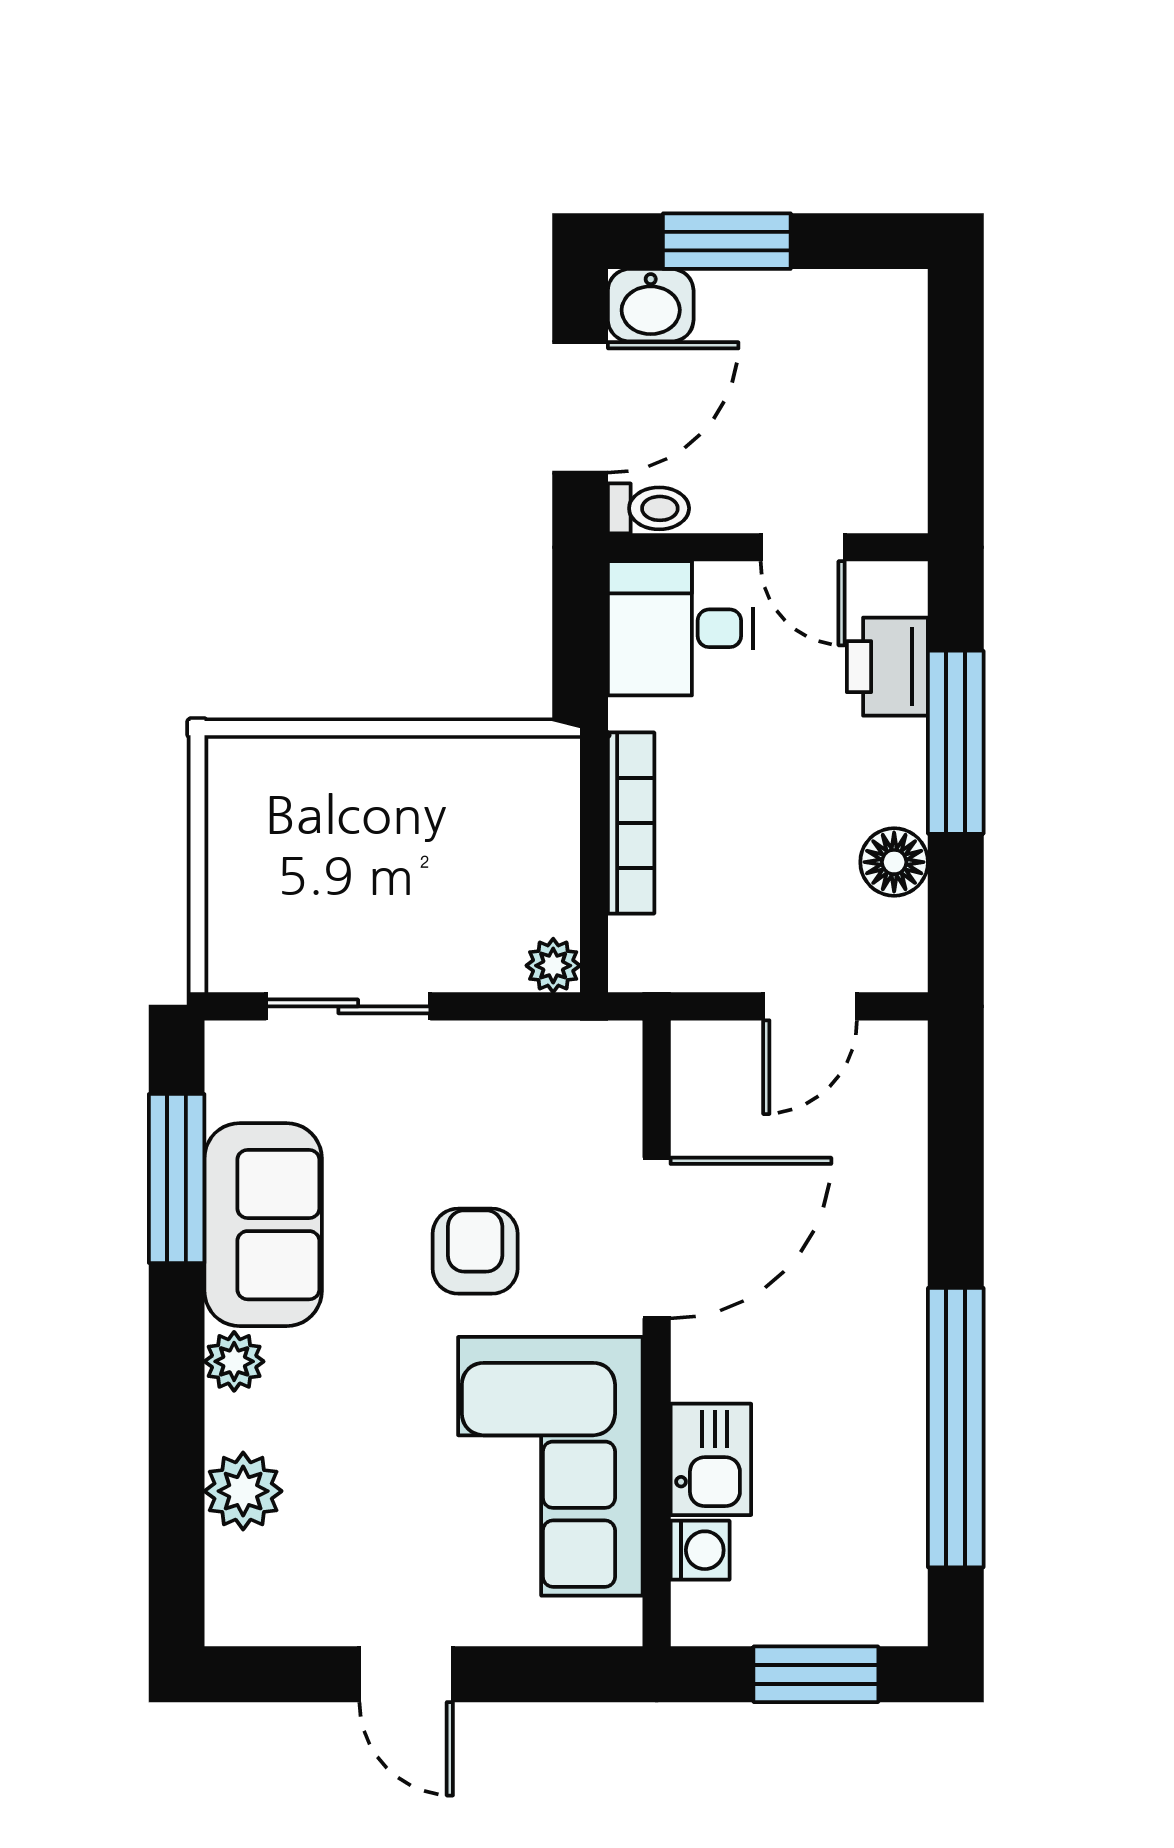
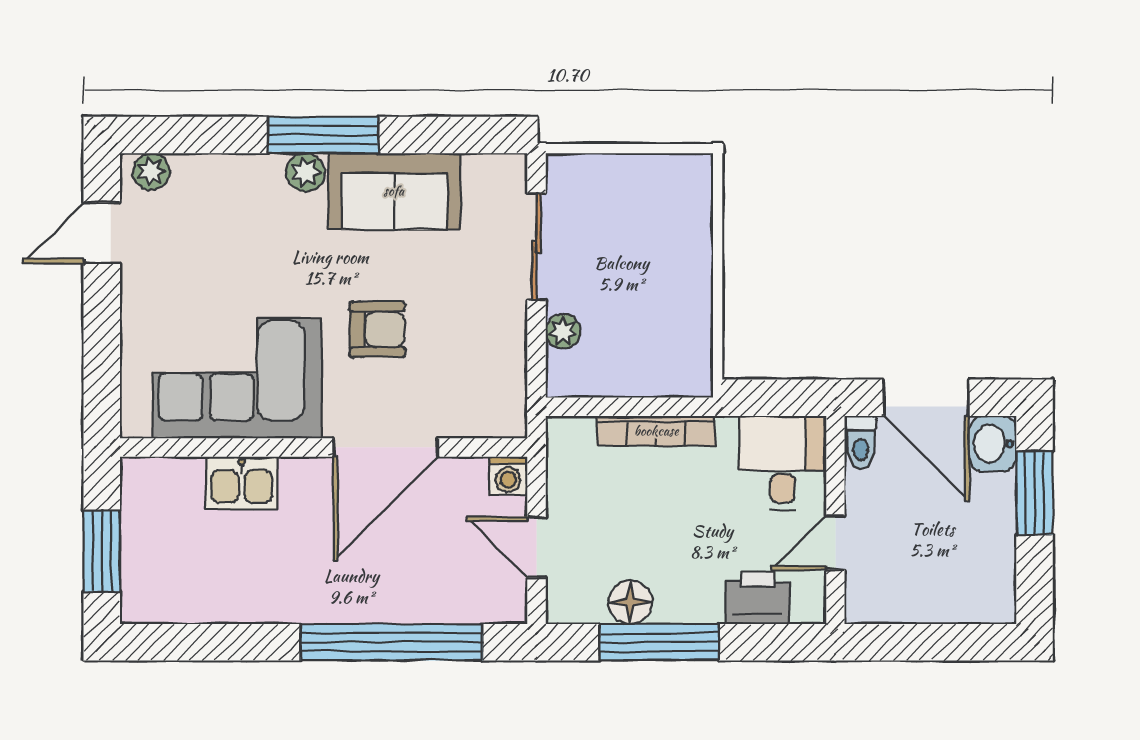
window: (956, 742) -> (659, 642), moved
plant: (553, 966) -> (563, 331), moved
window: (177, 1179) -> (323, 135), moved
door: (657, 1238) -> (386, 447), hinge flipped
window: (956, 1428) -> (392, 642), moved
plant: (243, 1491) -> (151, 171), moved, width x0.73, depth x0.73
washing machine: (700, 1550) -> (508, 476), moved
door: (406, 1674) -> (102, 233), moved

